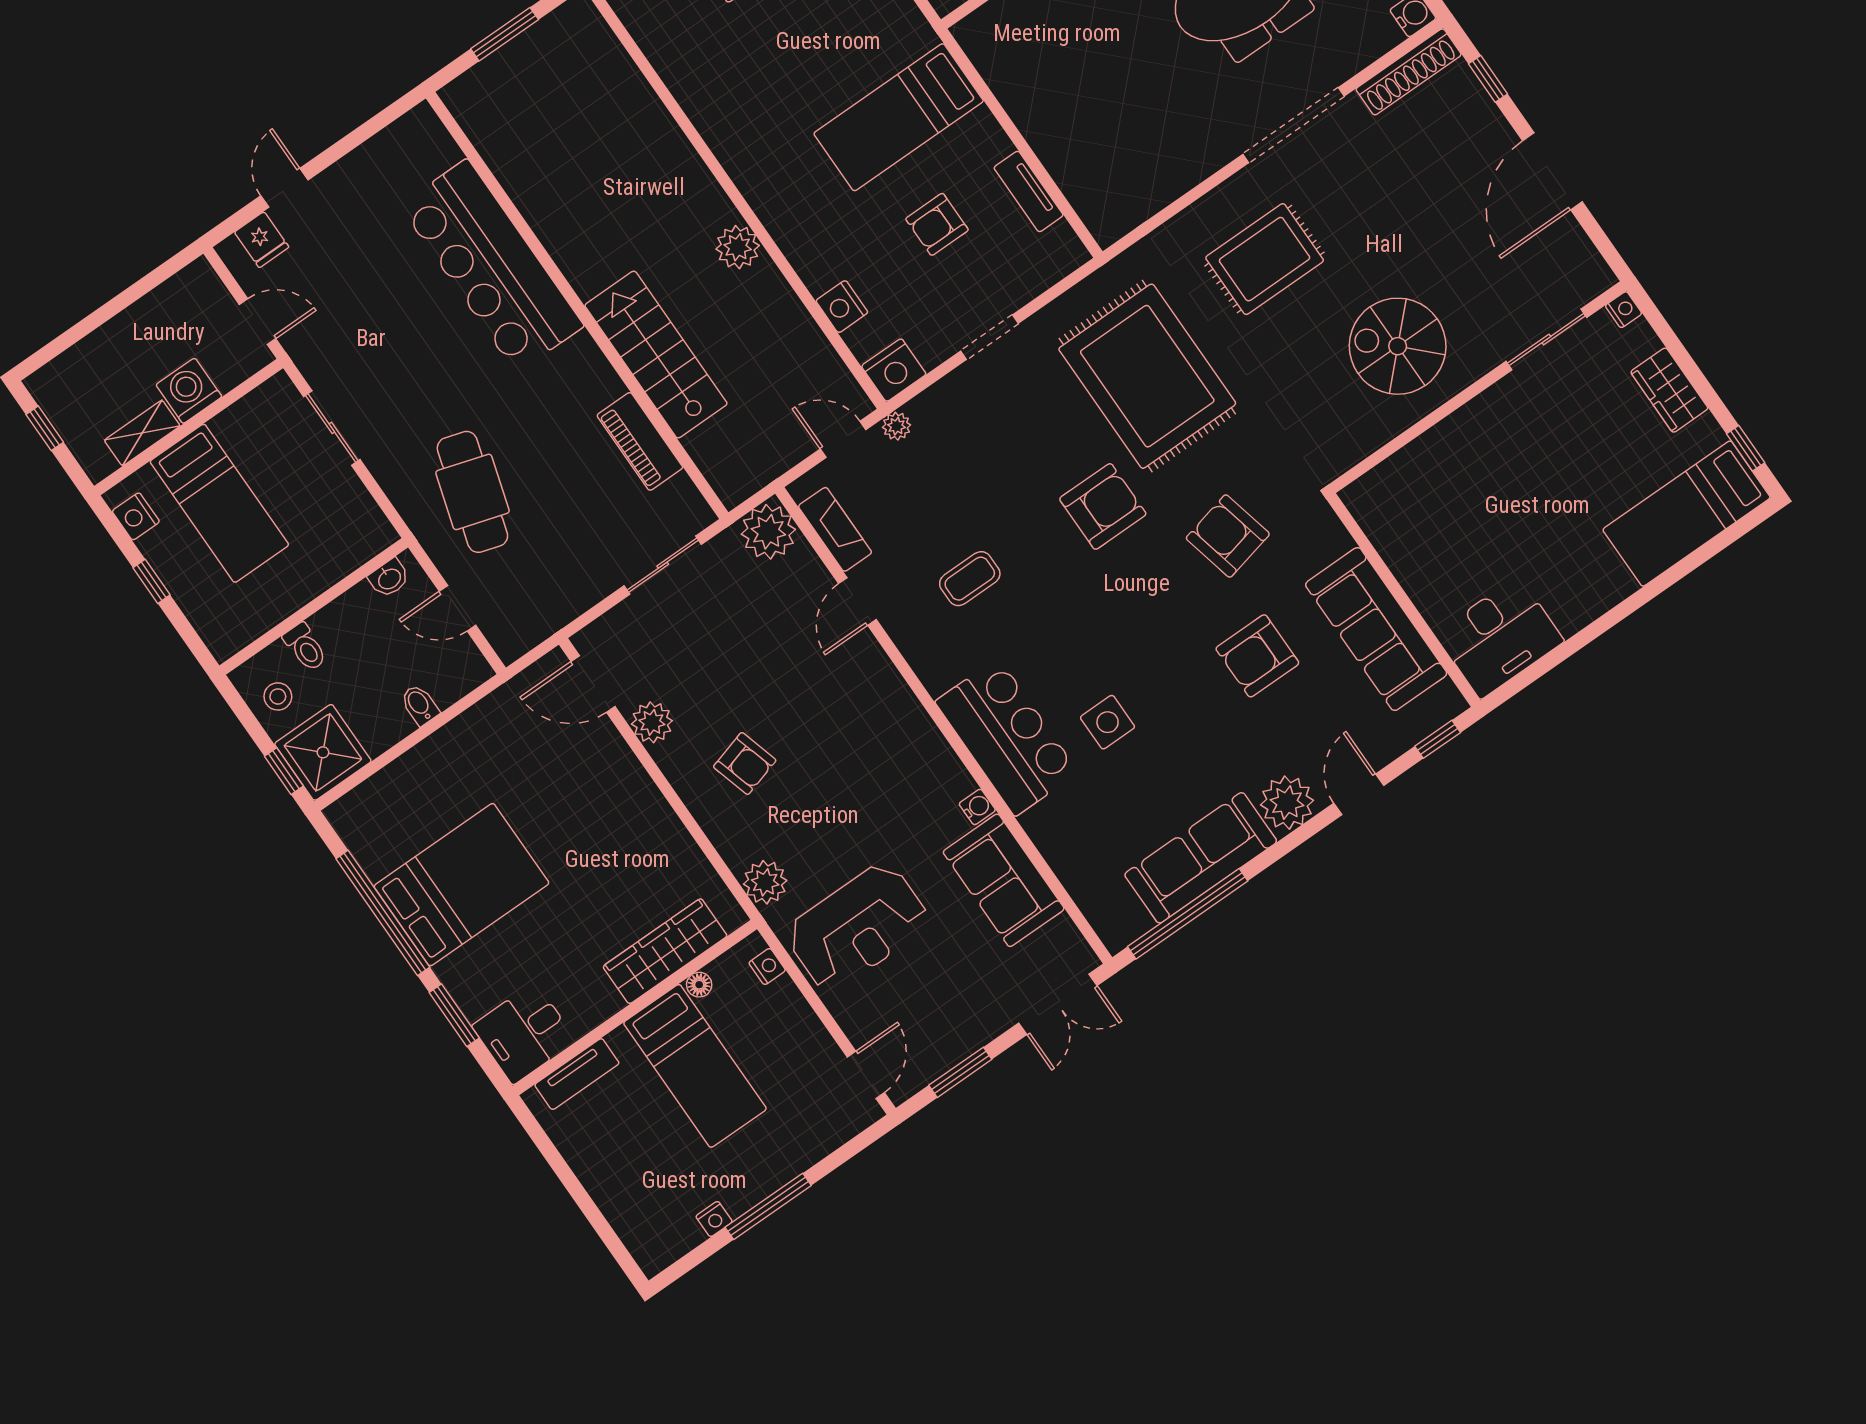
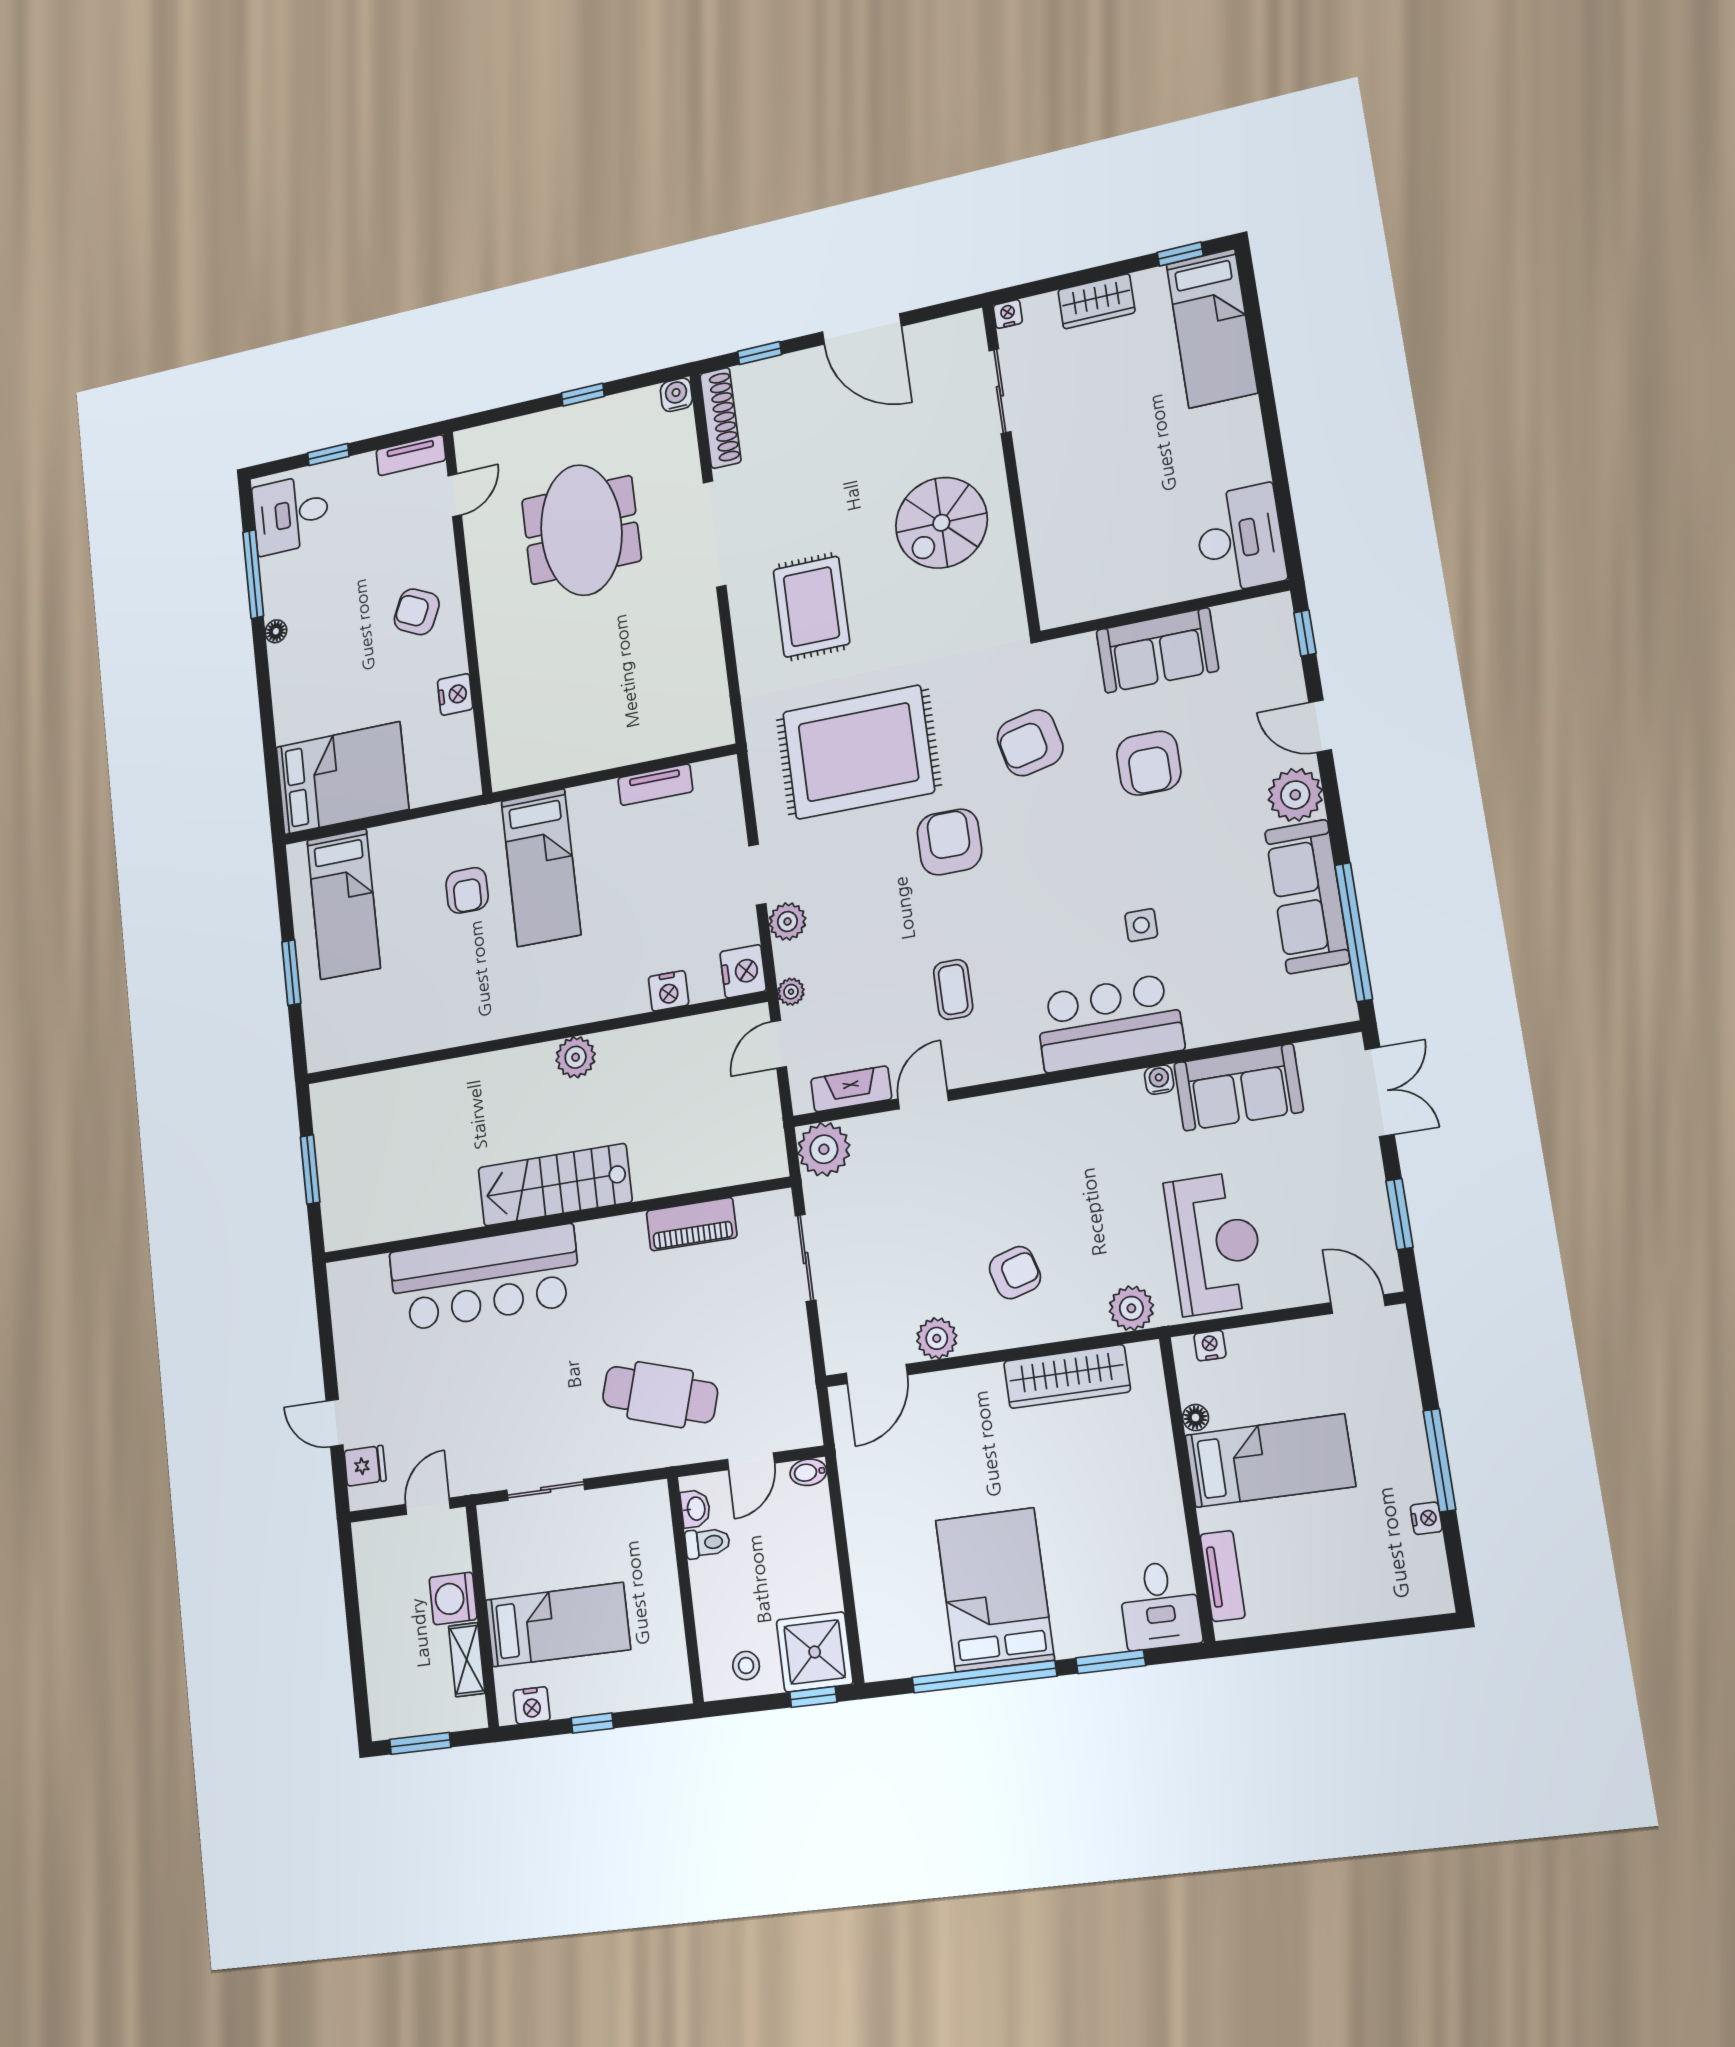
armchair: (937, 224) -> (467, 890), moved
stairs: (656, 355) -> (555, 1185), moved
plant: (959, 389) -> (787, 921), added
window: (45, 428) -> (420, 1743), width x1.50
door: (857, 601) -> (923, 1100), swing flipped
sofa: (1376, 629) -> (1157, 650), width x0.73
toilet: (305, 647) -> (707, 1543), moved
bidet: (420, 705) -> (808, 1472), moved
side table: (1108, 722) -> (1141, 925), width x0.73, depth x0.73
wardrobe: (665, 951) -> (1067, 1377), moved, turned -90

